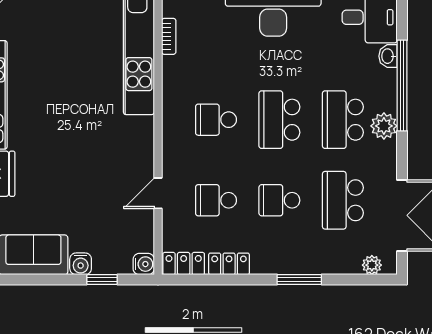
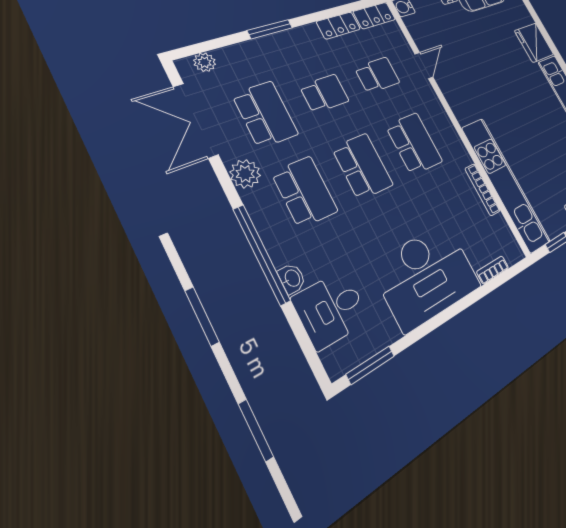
bookcase: (169, 36) -> (482, 190), width x1.56
school desk: (216, 120) -> (414, 144), width x1.85
plant: (384, 126) -> (245, 174), moved

